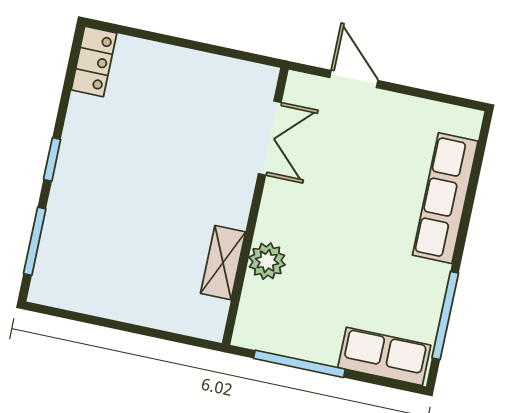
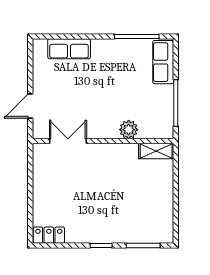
row of seats: (445, 198) -> (69, 49), width x0.68
shelving: (223, 263) -> (156, 151), moved

